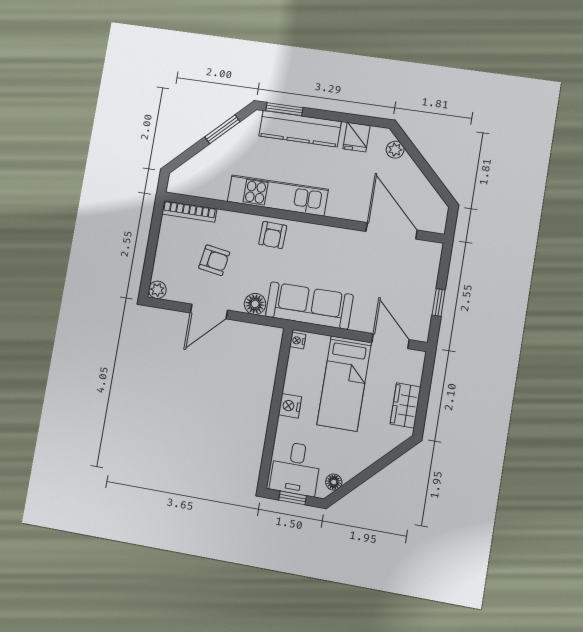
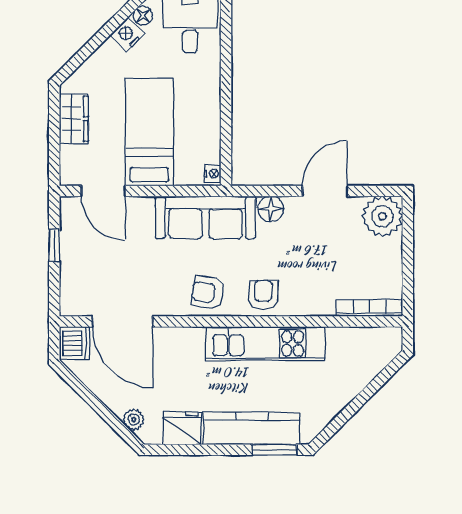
window: (222, 129) -> (346, 414), removed
fridge: (356, 137) -> (182, 428), width x1.38
dishwasher: (434, 219) -> (75, 343), added
armchair: (214, 260) -> (208, 293), moved
plant: (157, 290) -> (382, 216), width x1.88, depth x1.88
nightstand: (290, 406) -> (127, 35), moved, turned -135

